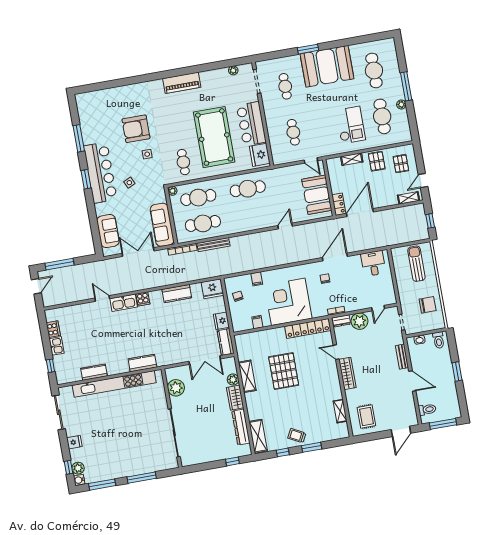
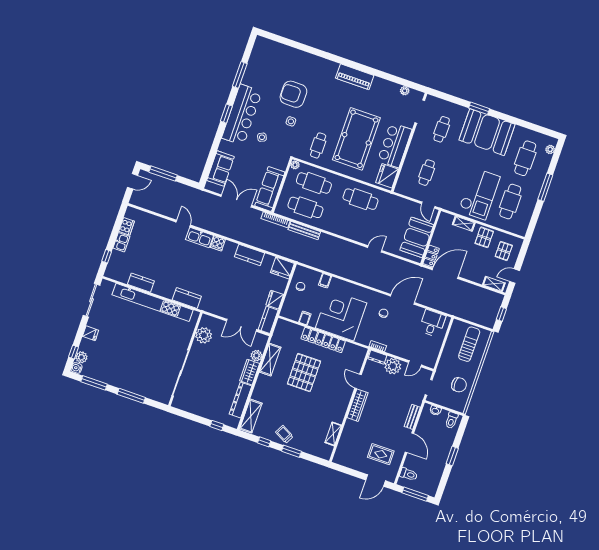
plant: (401, 104) -> (550, 149), moved
checkout: (351, 125) -> (479, 194), width x1.36, depth x1.21
locker: (308, 328) -> (323, 340), moved
rug: (366, 417) -> (381, 454), moved, turned 90

